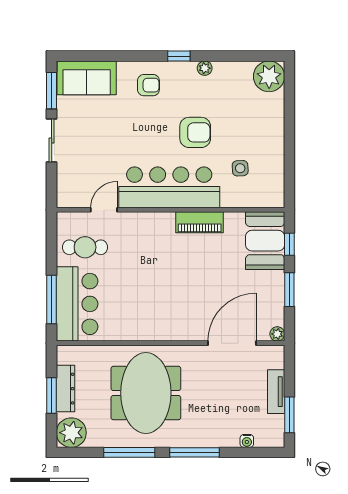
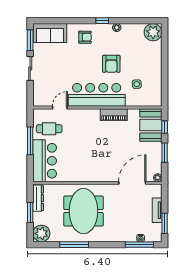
armchair: (195, 132) -> (111, 64), turned 90
window: (52, 299) -> (30, 141), moved
dresser: (66, 389) -> (38, 198), moved
window: (195, 452) -> (139, 245), moved

